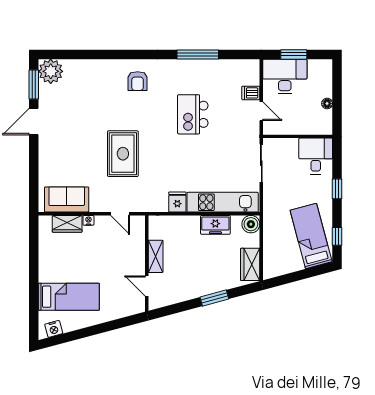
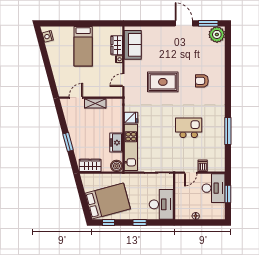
armchair: (138, 81) -> (202, 81), moved
desk: (316, 156) -> (161, 204), width x1.37
bed: (311, 236) -> (108, 201), width x1.50
bed: (69, 297) -> (83, 46), moved

